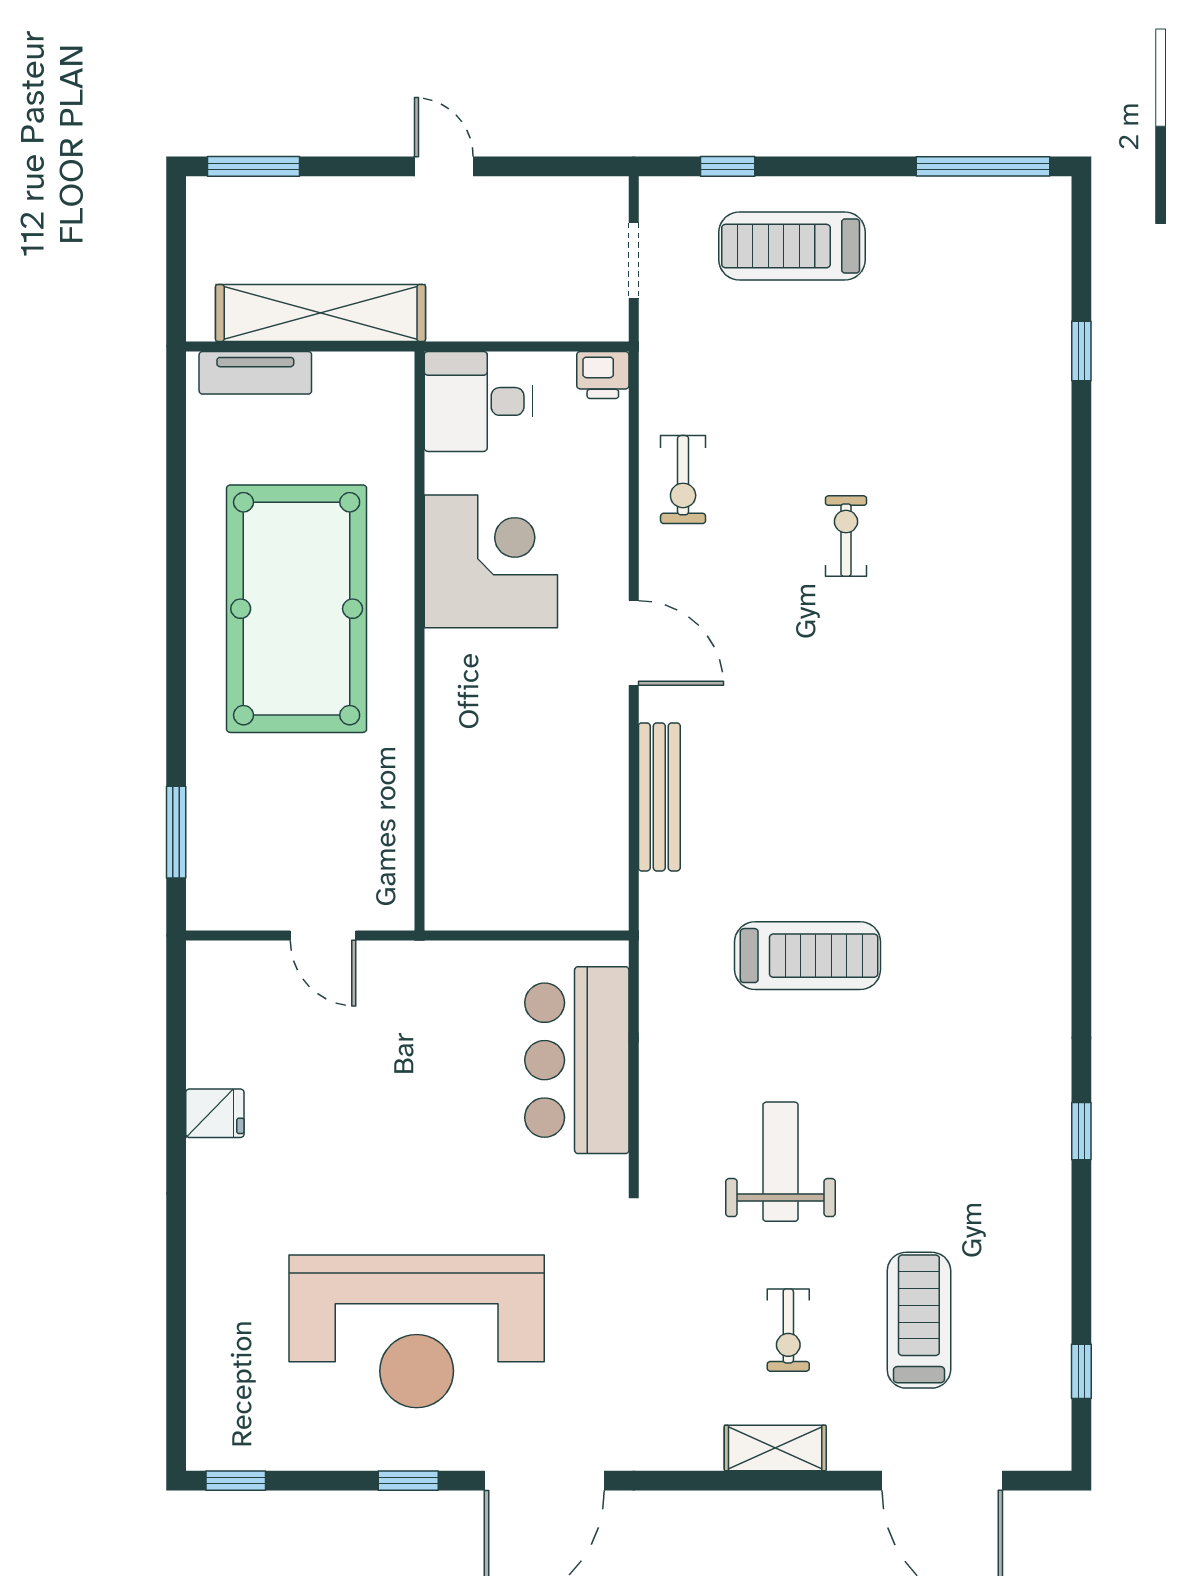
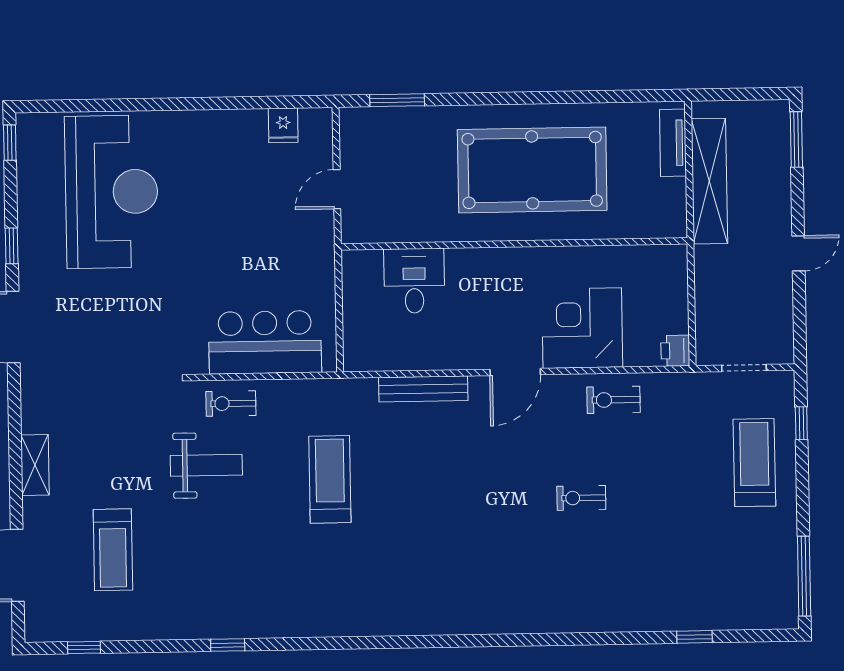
desk: (478, 401) -> (414, 281), moved
exercise bike: (846, 536) -> (581, 498), turned 180
corner desk: (491, 561) -> (582, 328), moved, turned 180
treadmill: (808, 956) -> (330, 479), turned 180
fridge: (215, 1113) -> (283, 125), moved
treadmill: (919, 1320) -> (113, 550), turned 90
exercise bike: (788, 1330) -> (231, 403), moved
reception desk: (417, 1331) -> (111, 192), moved, turned 180

